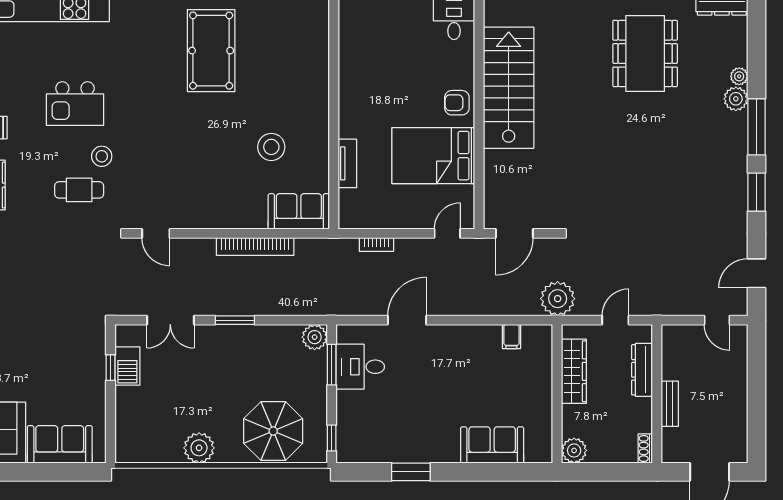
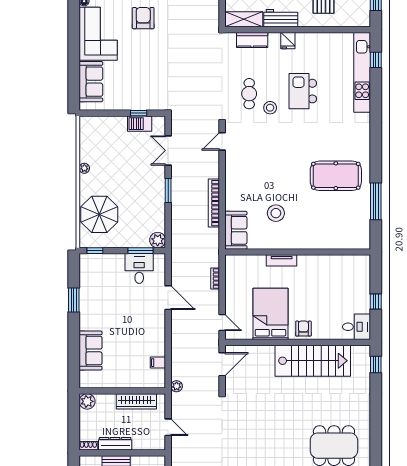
tv unit: (347, 163) -> (282, 260), moved
door: (514, 233) -> (222, 364), swing flipped
plant: (558, 299) -> (177, 386), width x0.53, depth x0.53
dresser: (642, 370) -> (115, 444), moved
plant: (199, 448) -> (84, 168), width x0.53, depth x0.53

